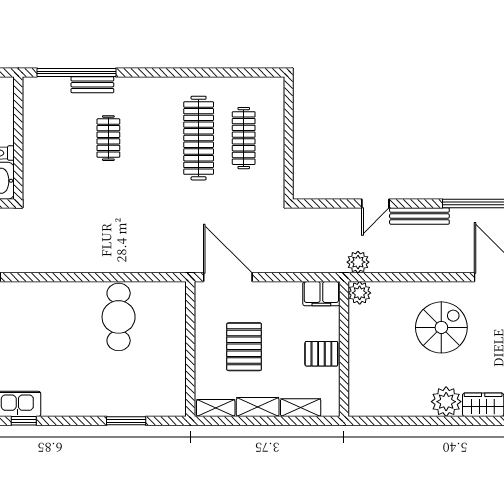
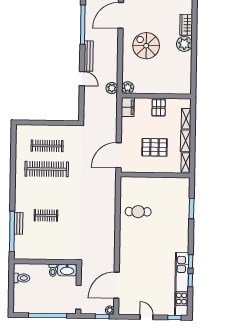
cafe table: (119, 317) -> (138, 212), width x0.73, depth x0.74

